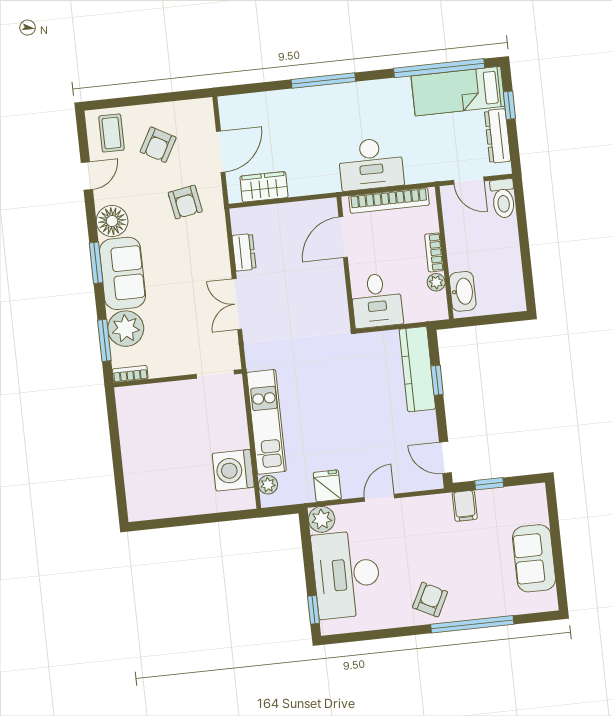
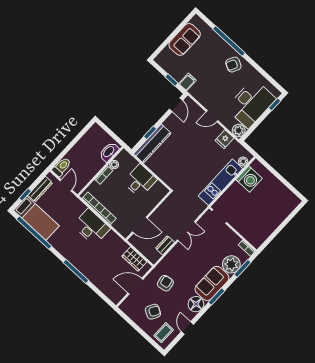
door: (87, 176) -> (187, 328), hinge flipped
door: (343, 237) -> (140, 225), moved
wall: (346, 263) -> (149, 216), moved

